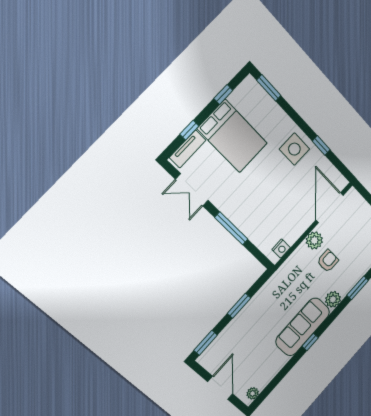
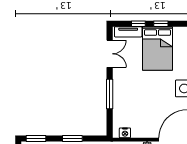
window: (223, 94) -> (161, 24), moved
double door: (192, 190) -> (110, 54), swing flipped

